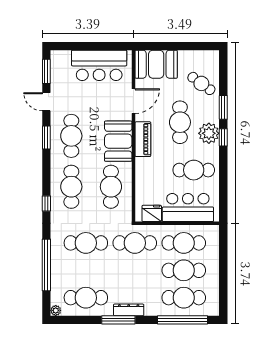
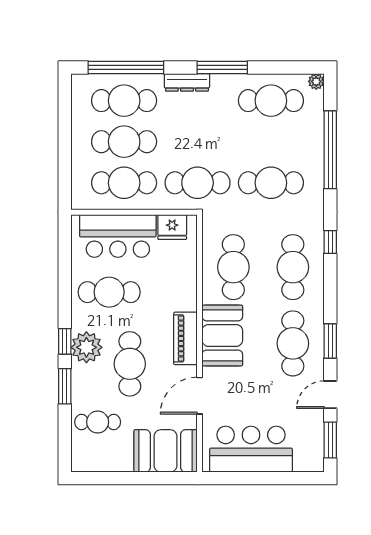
cafe table: (201, 83) -> (98, 422), turned -36
door: (46, 102) -> (330, 395), swing flipped
dresser: (129, 310) -> (187, 82), moved

